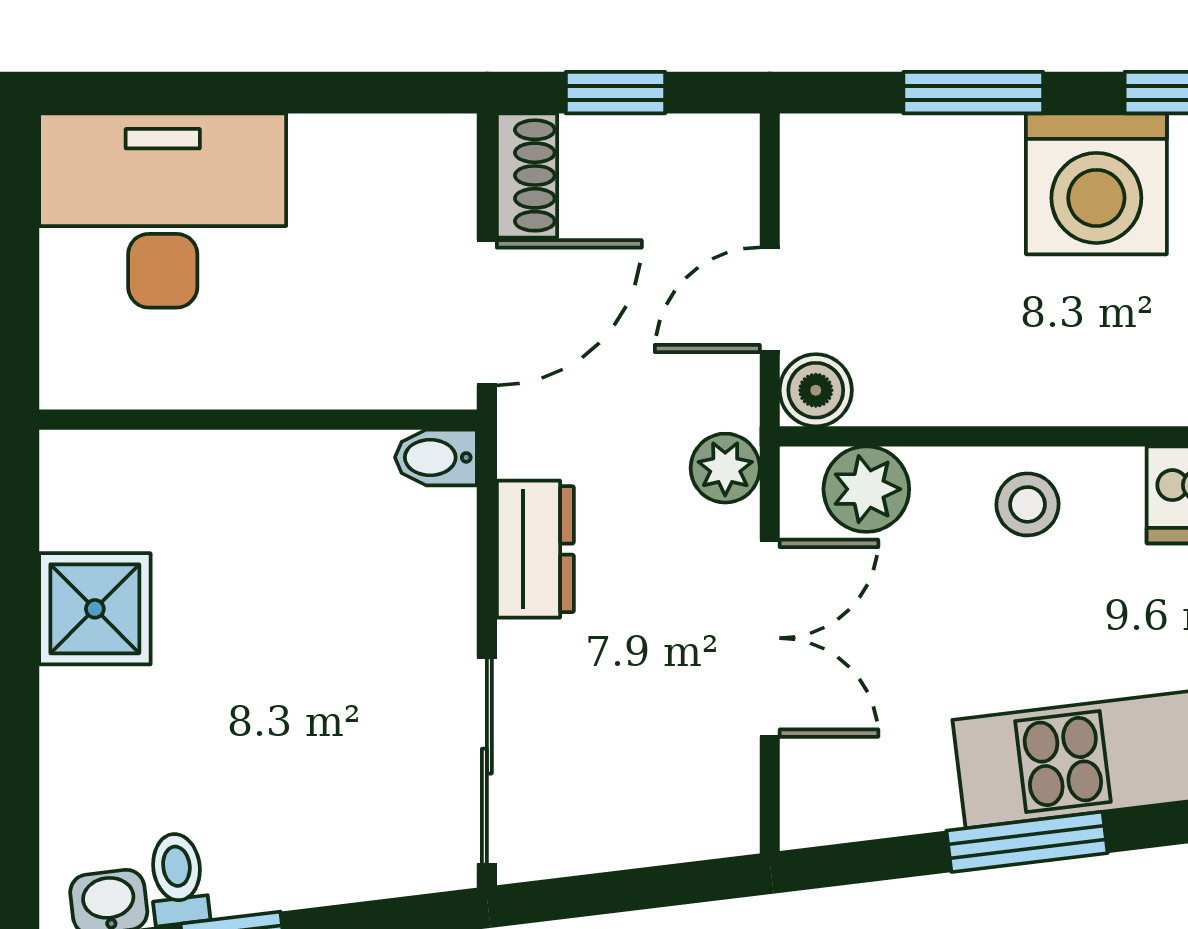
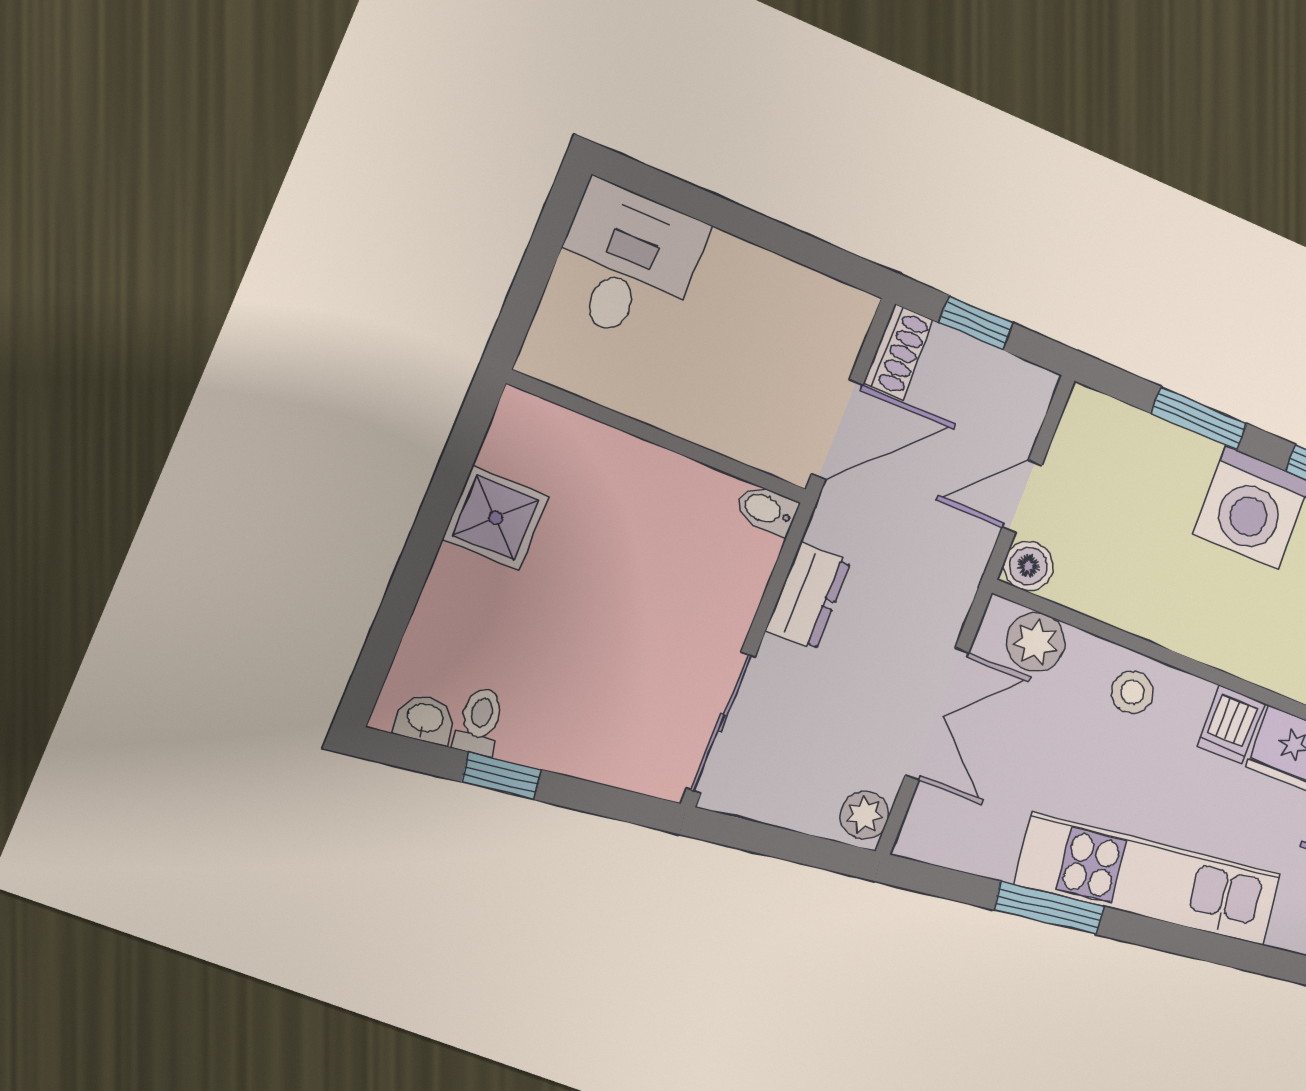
desk: (163, 210) -> (627, 263), width x0.73
plant: (725, 468) -> (864, 815), moved

